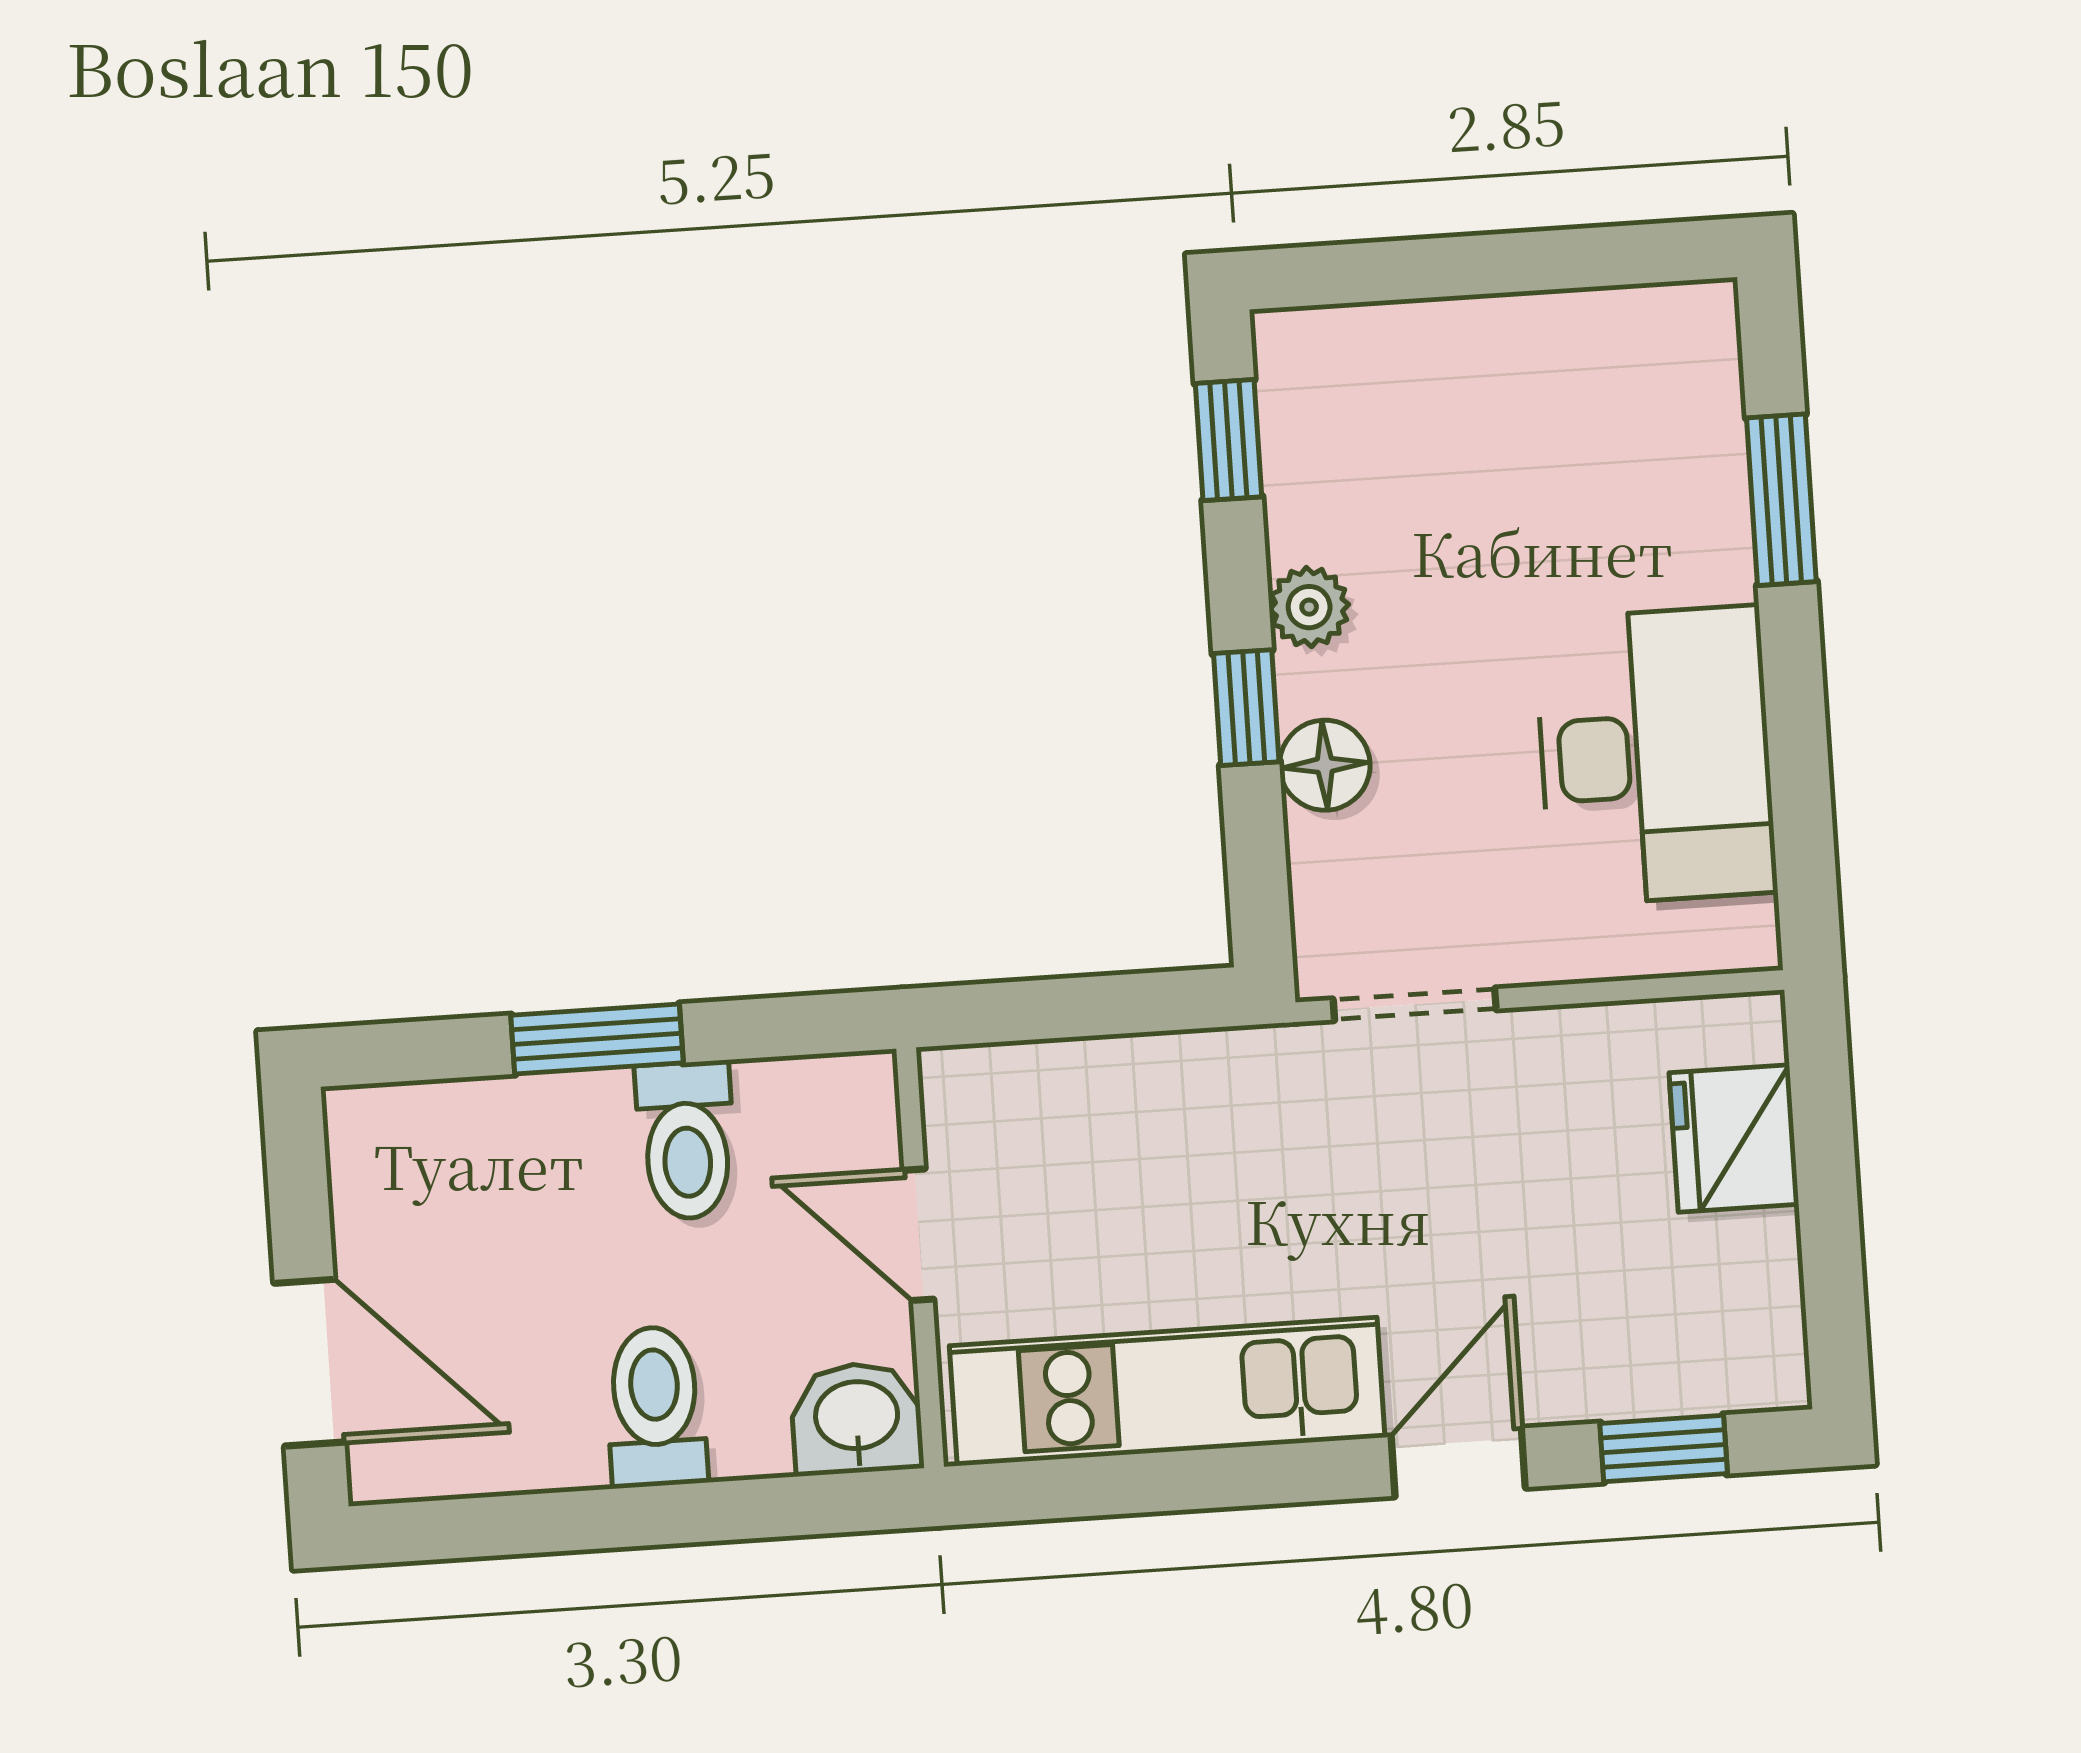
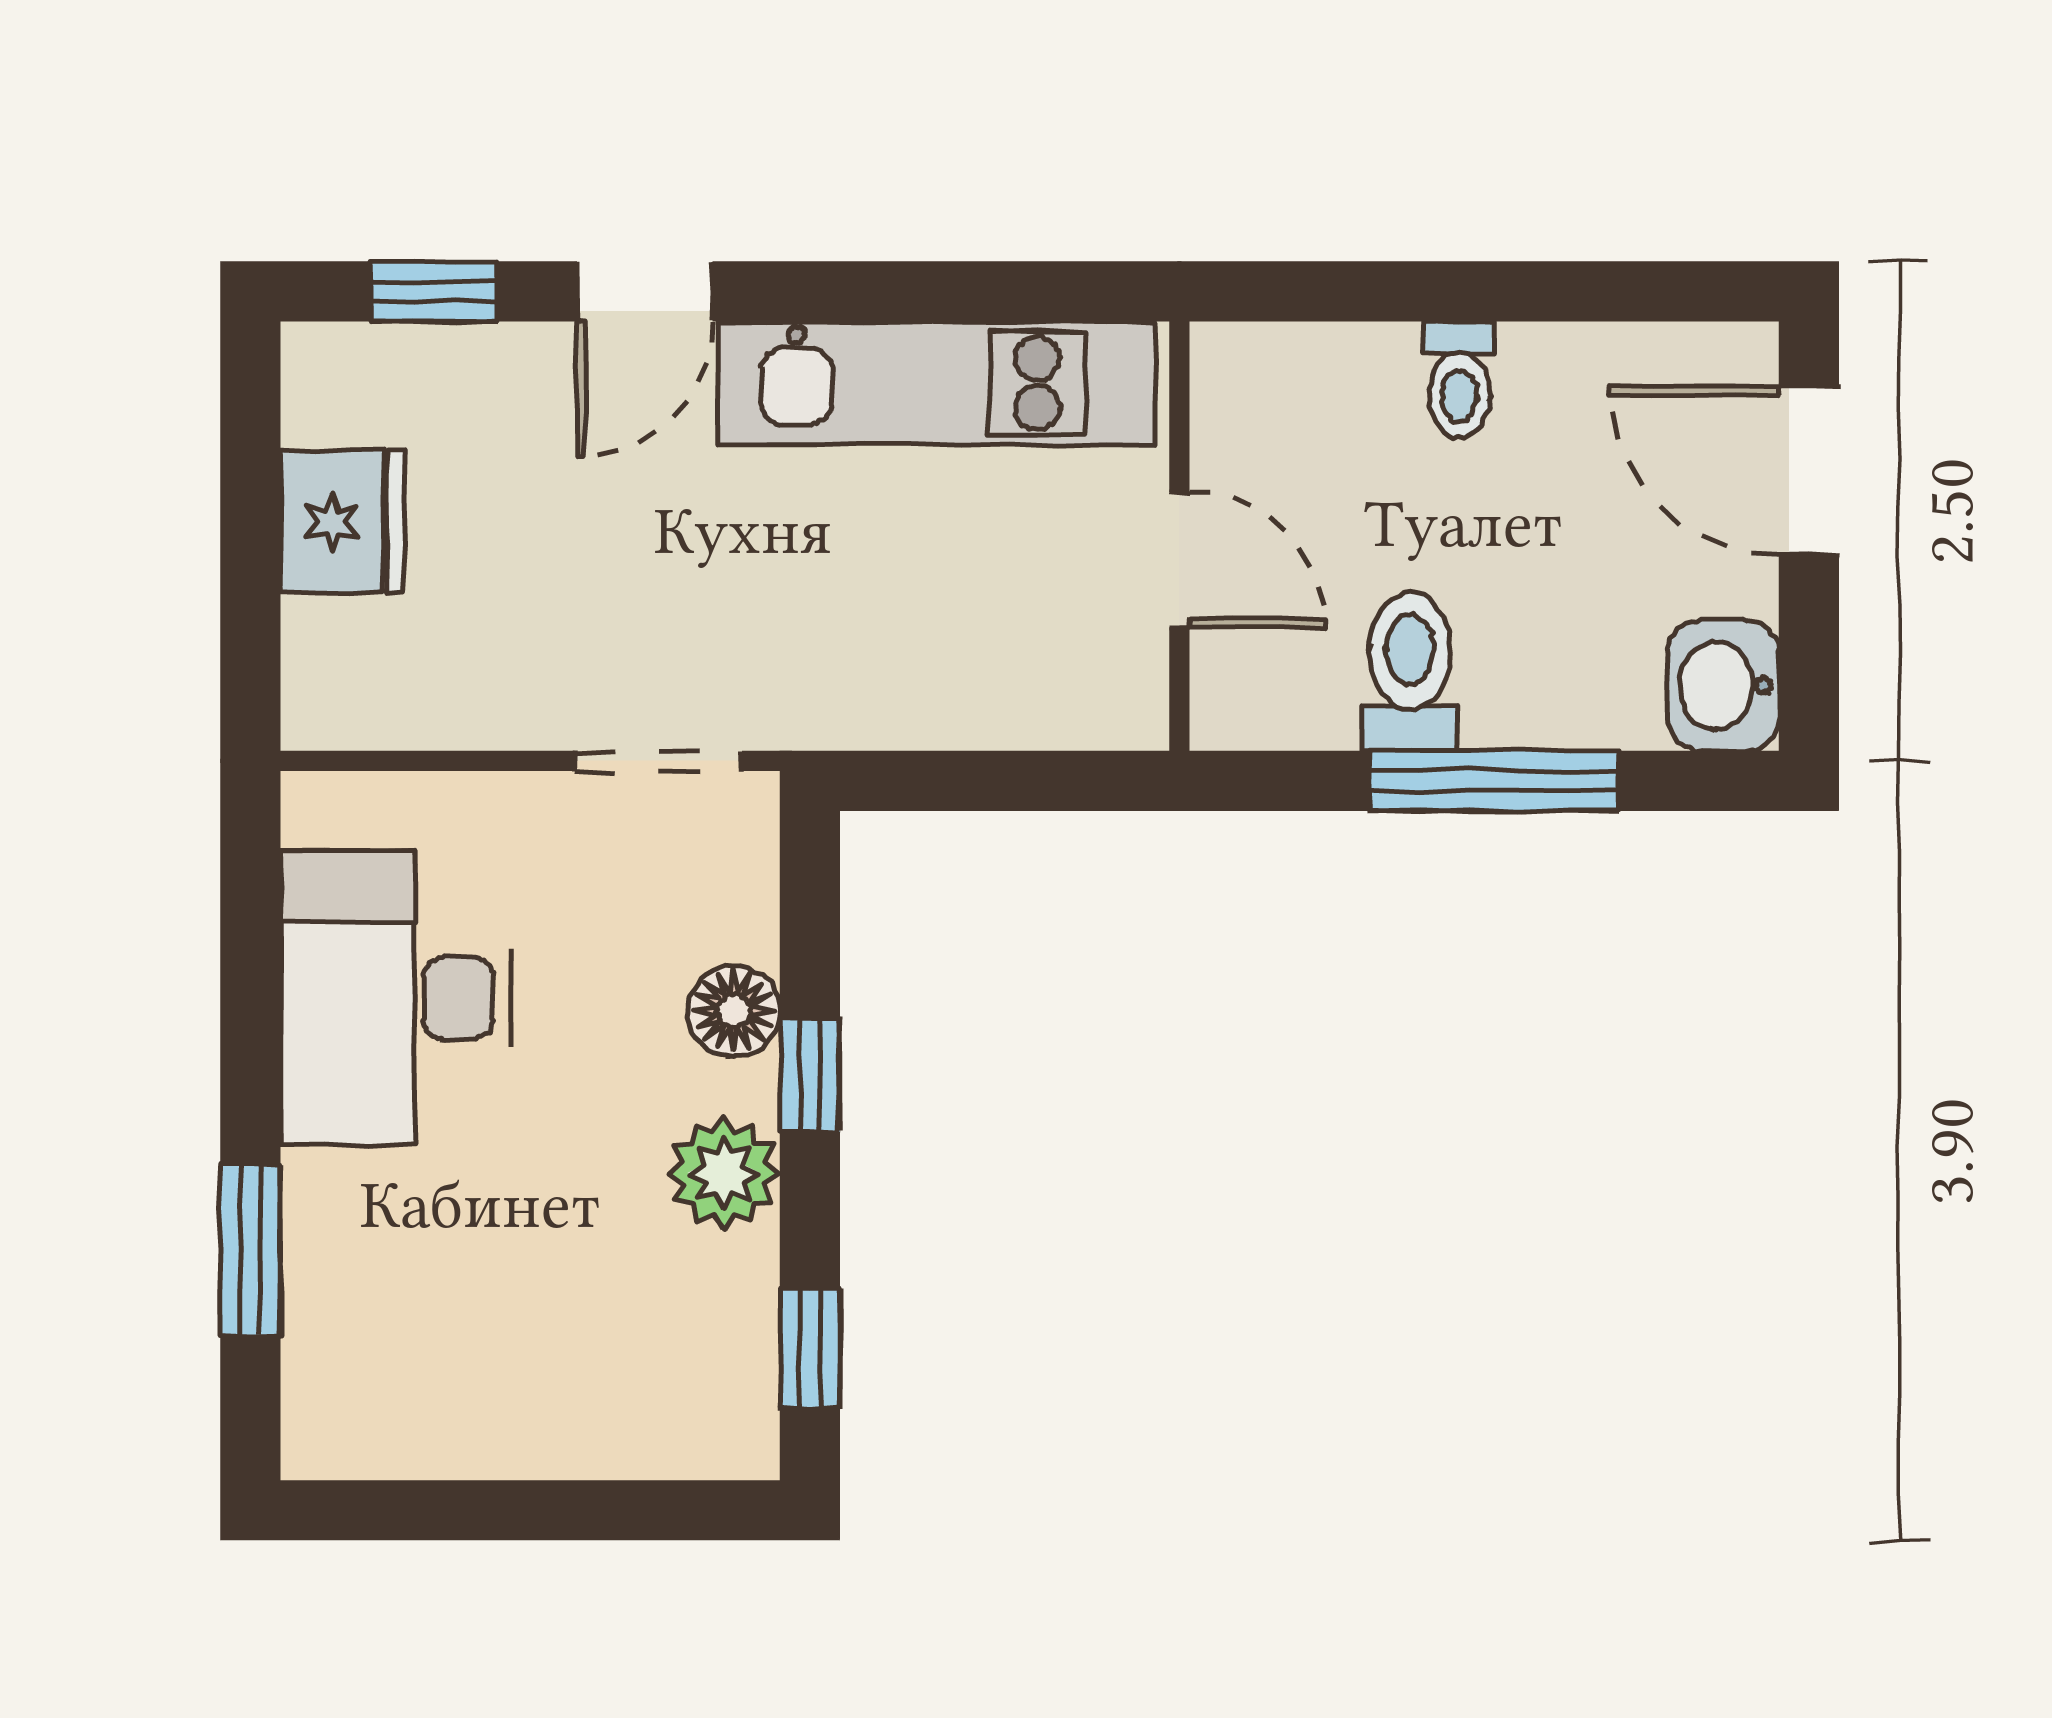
plant: (1309, 607) -> (724, 1173), width x1.38, depth x1.38
window: (597, 1039) -> (1494, 781), width x1.44
fridge: (1734, 1139) -> (342, 522), moved
toilet: (656, 1407) -> (1459, 380), width x0.73, depth x0.72
washbasin: (857, 1418) -> (1724, 686), moved, turned 90

